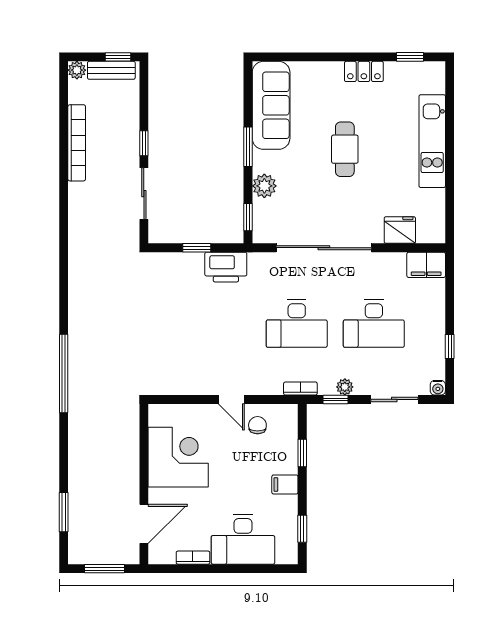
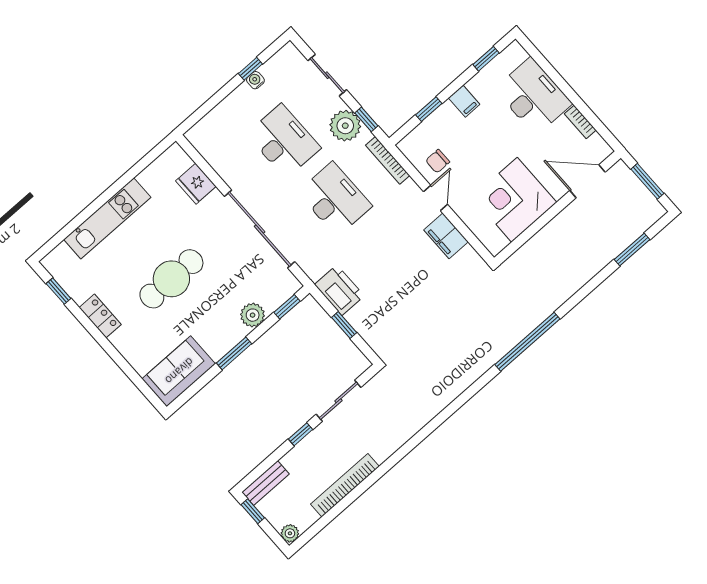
bench: (111, 70) -> (266, 483), moved, turned 90
sofa: (271, 105) -> (179, 371), width x0.73
cafe table: (345, 149) -> (171, 279), width x1.37, depth x1.35
filing cabinet: (426, 265) -> (446, 236), moved, turned 180
plant: (345, 387) -> (345, 126), width x1.88, depth x1.88
bookcase: (300, 388) -> (388, 160), width x1.56
water cooler: (438, 388) -> (255, 80), moved, turned -90

